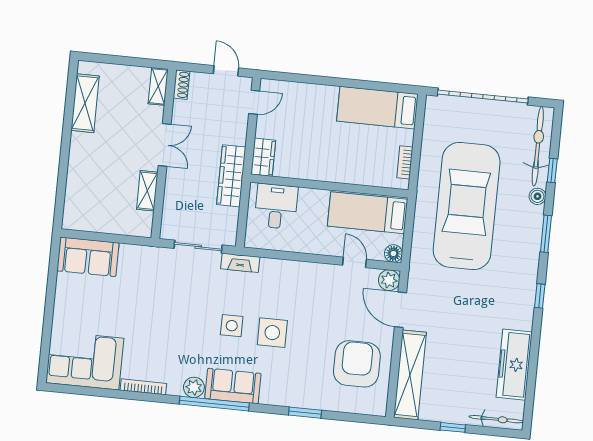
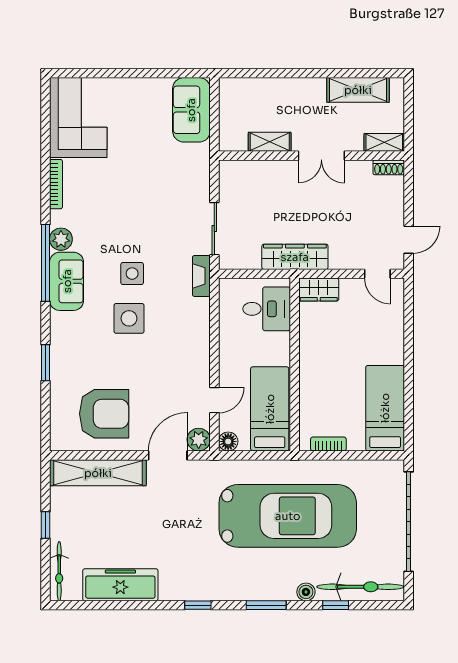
shoe rack: (181, 85) -> (389, 167), moved
shelving: (158, 86) -> (384, 142), moved
double door: (165, 145) -> (321, 156), moved
wall: (164, 154) -> (311, 156), moved
shelving: (147, 191) -> (270, 142), moved

